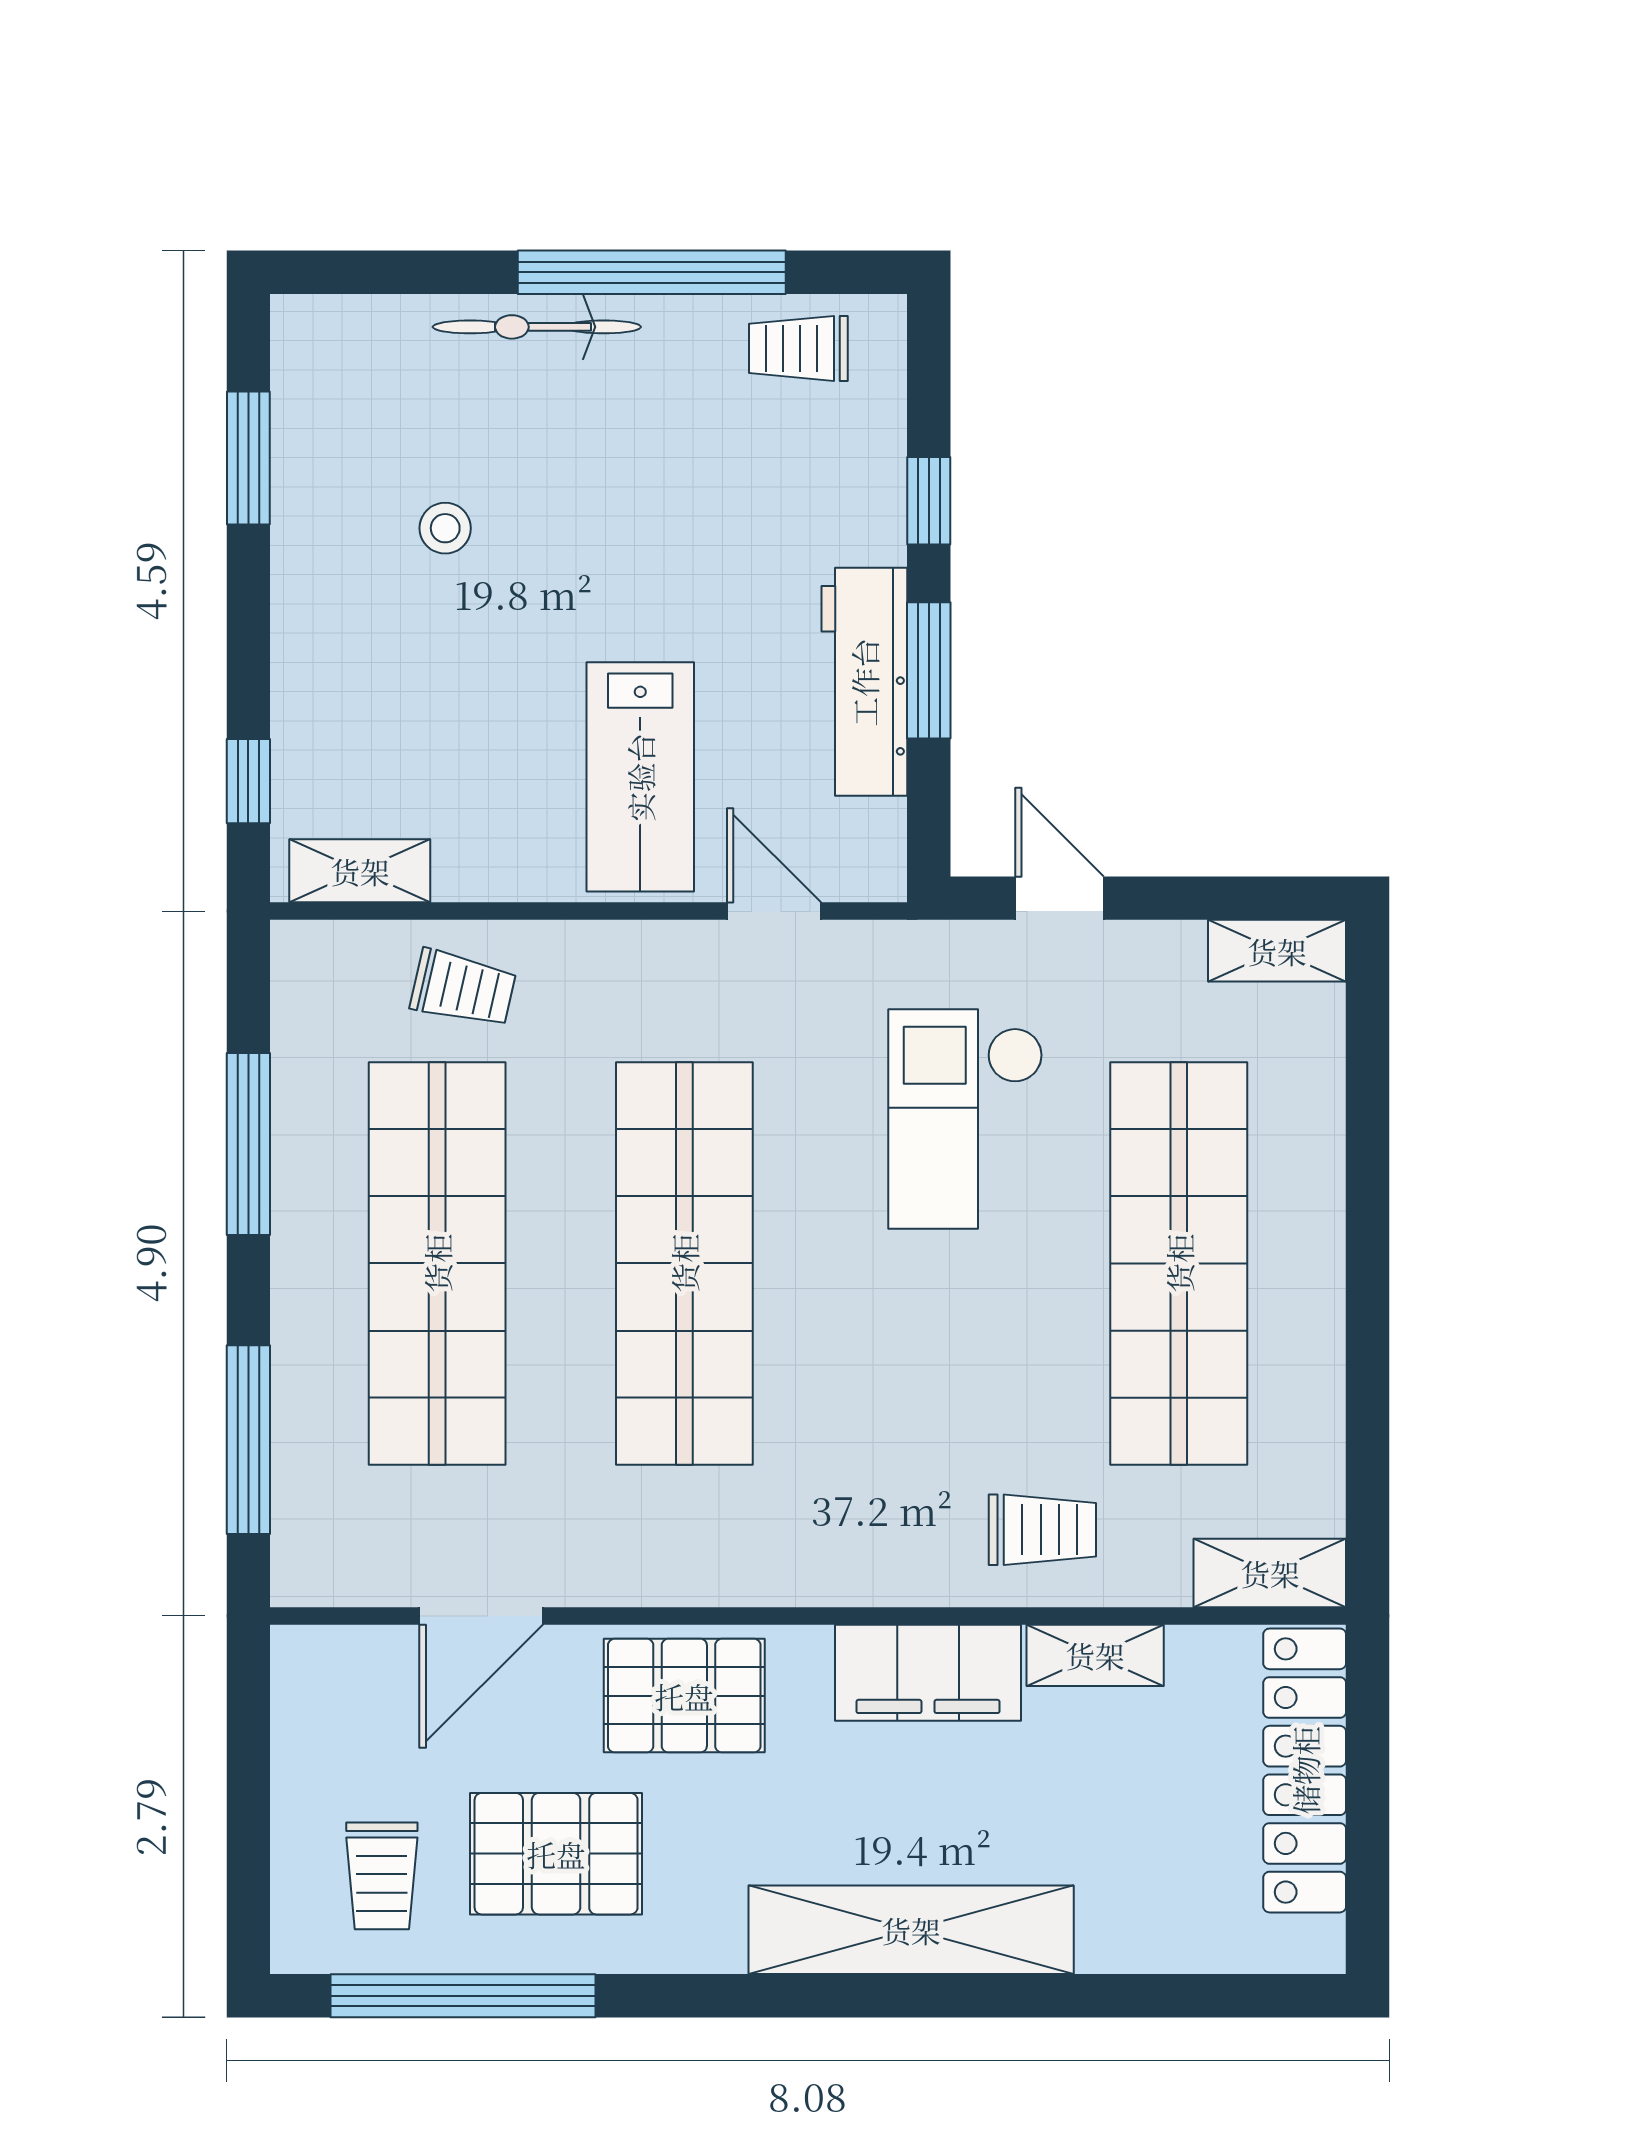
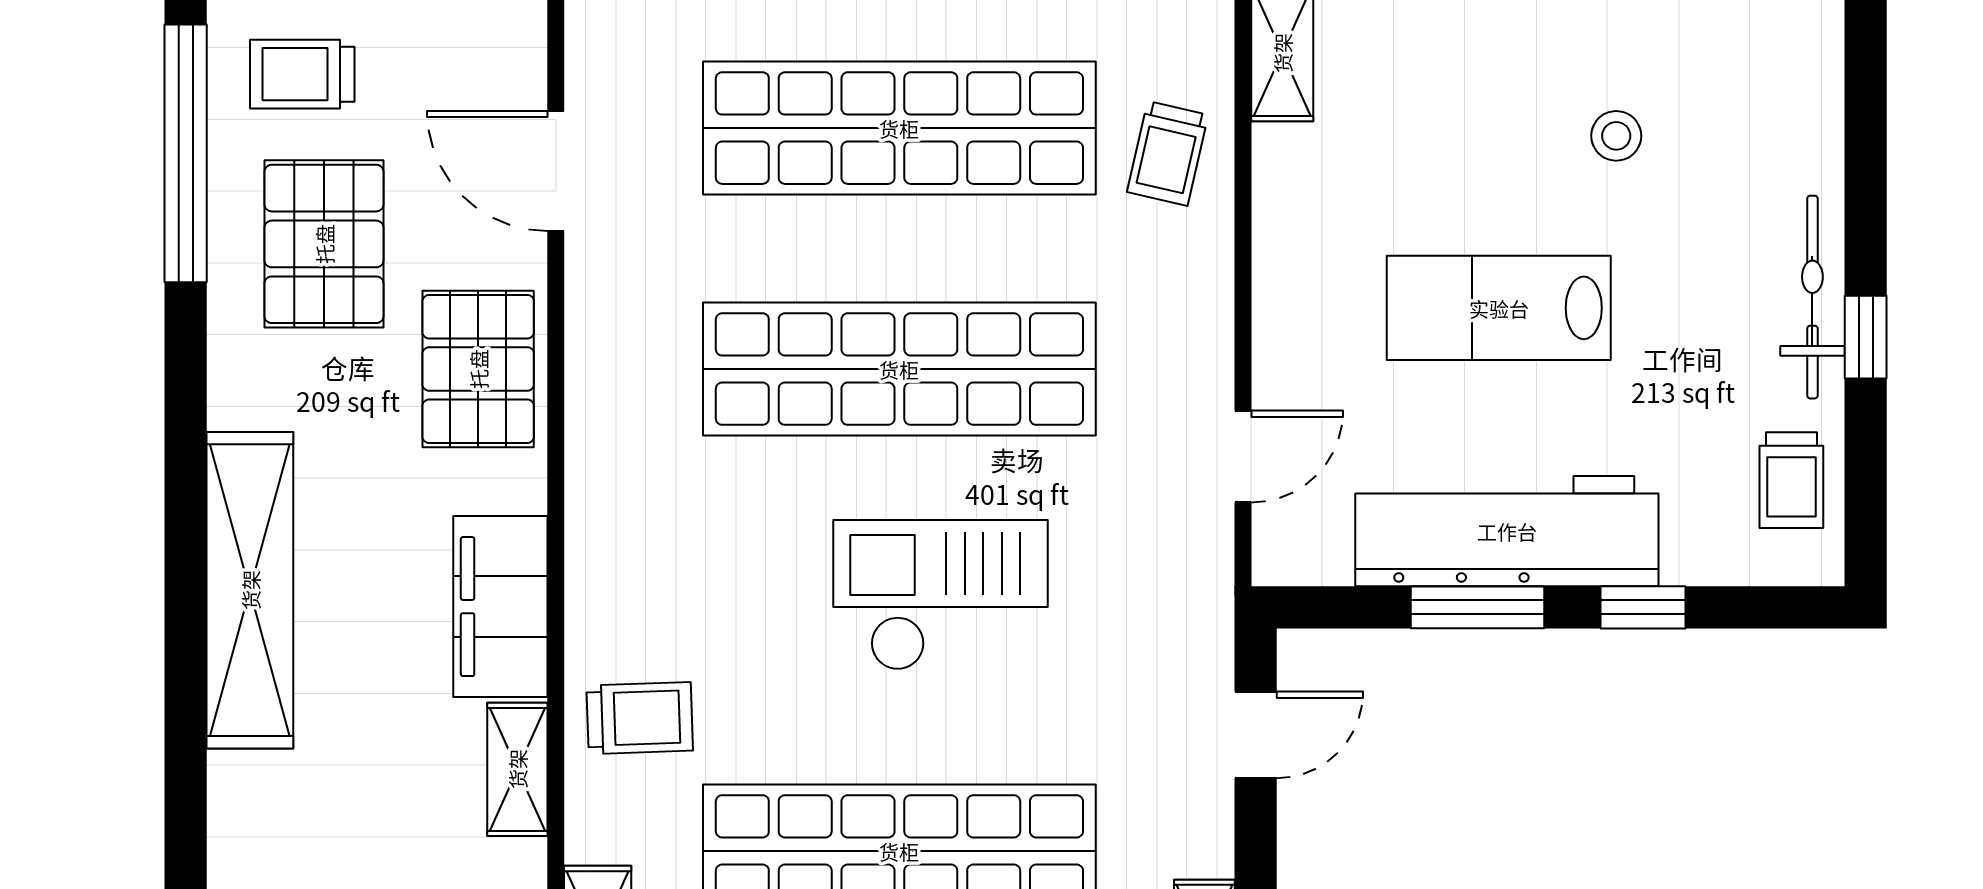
window: (652, 272) -> (1866, 337), width x0.32
bicycle: (537, 327) -> (1812, 297), moved
trolley: (798, 348) -> (1791, 480), turned 180
workbench: (864, 682) -> (1507, 531), width x1.36, depth x1.32
lab bench: (640, 777) -> (1499, 308), moved
checkout: (966, 1119) -> (940, 595), moved
trolley: (1042, 1530) -> (640, 718), turned -92

